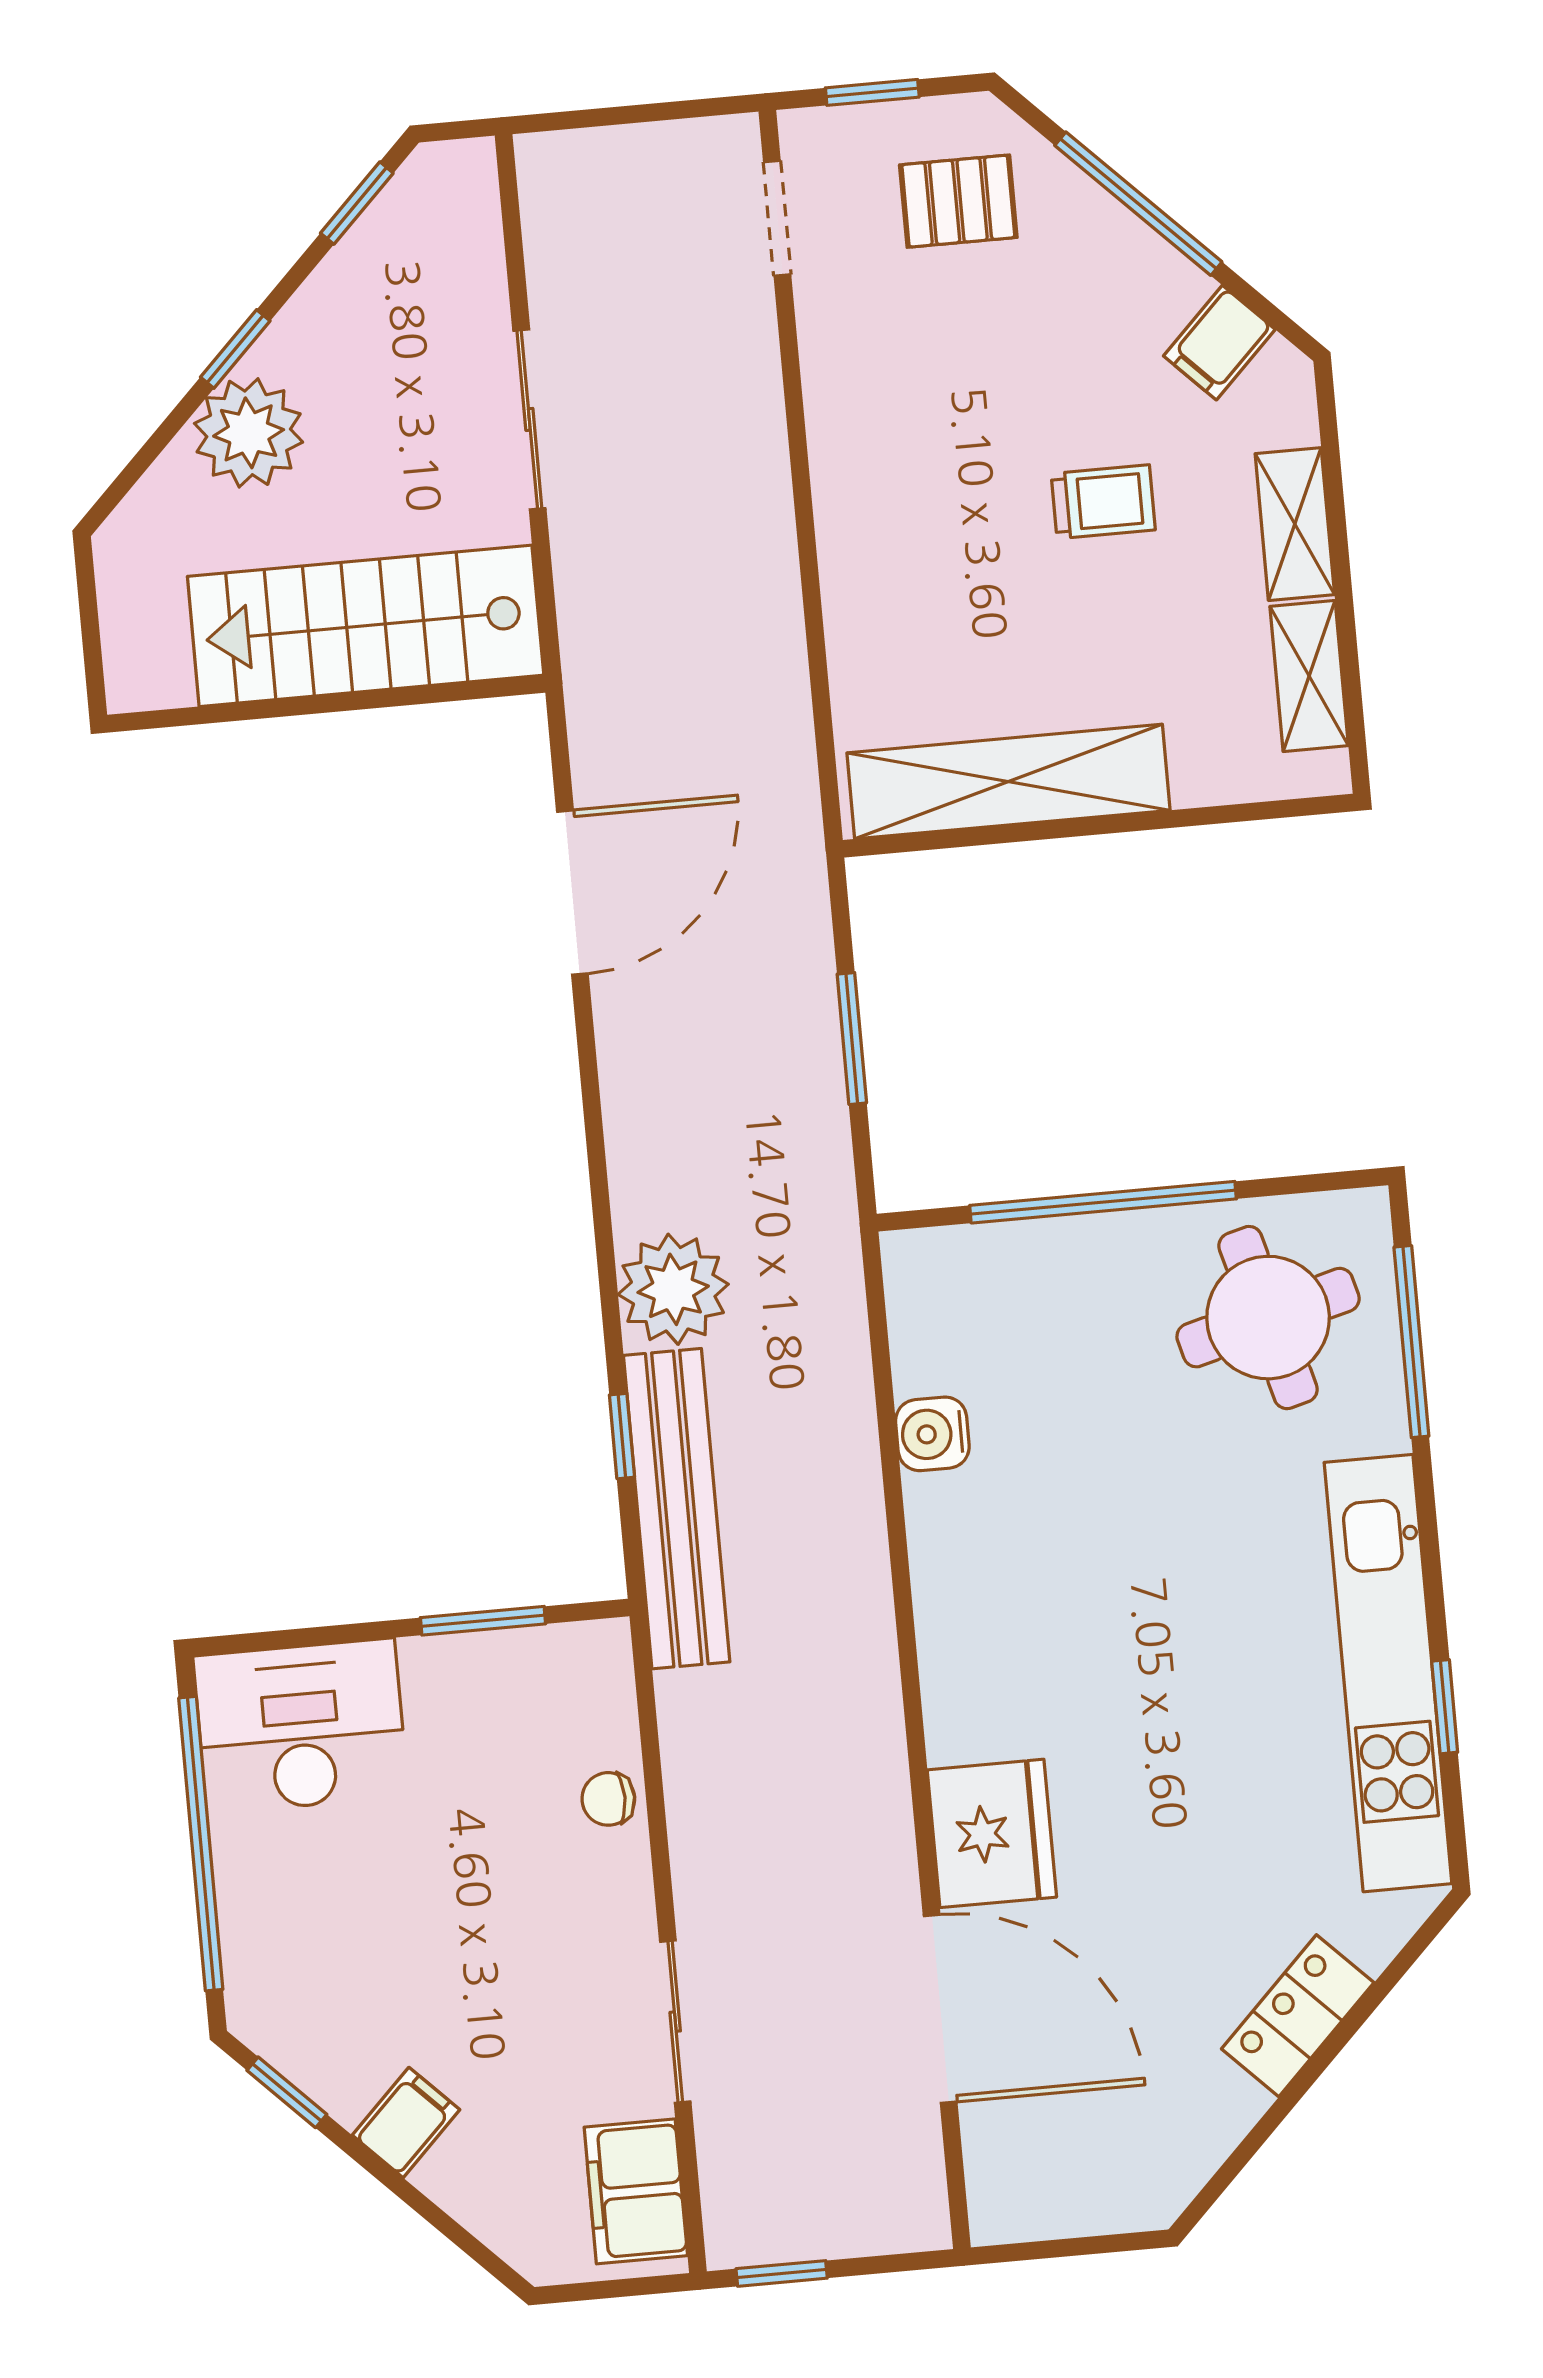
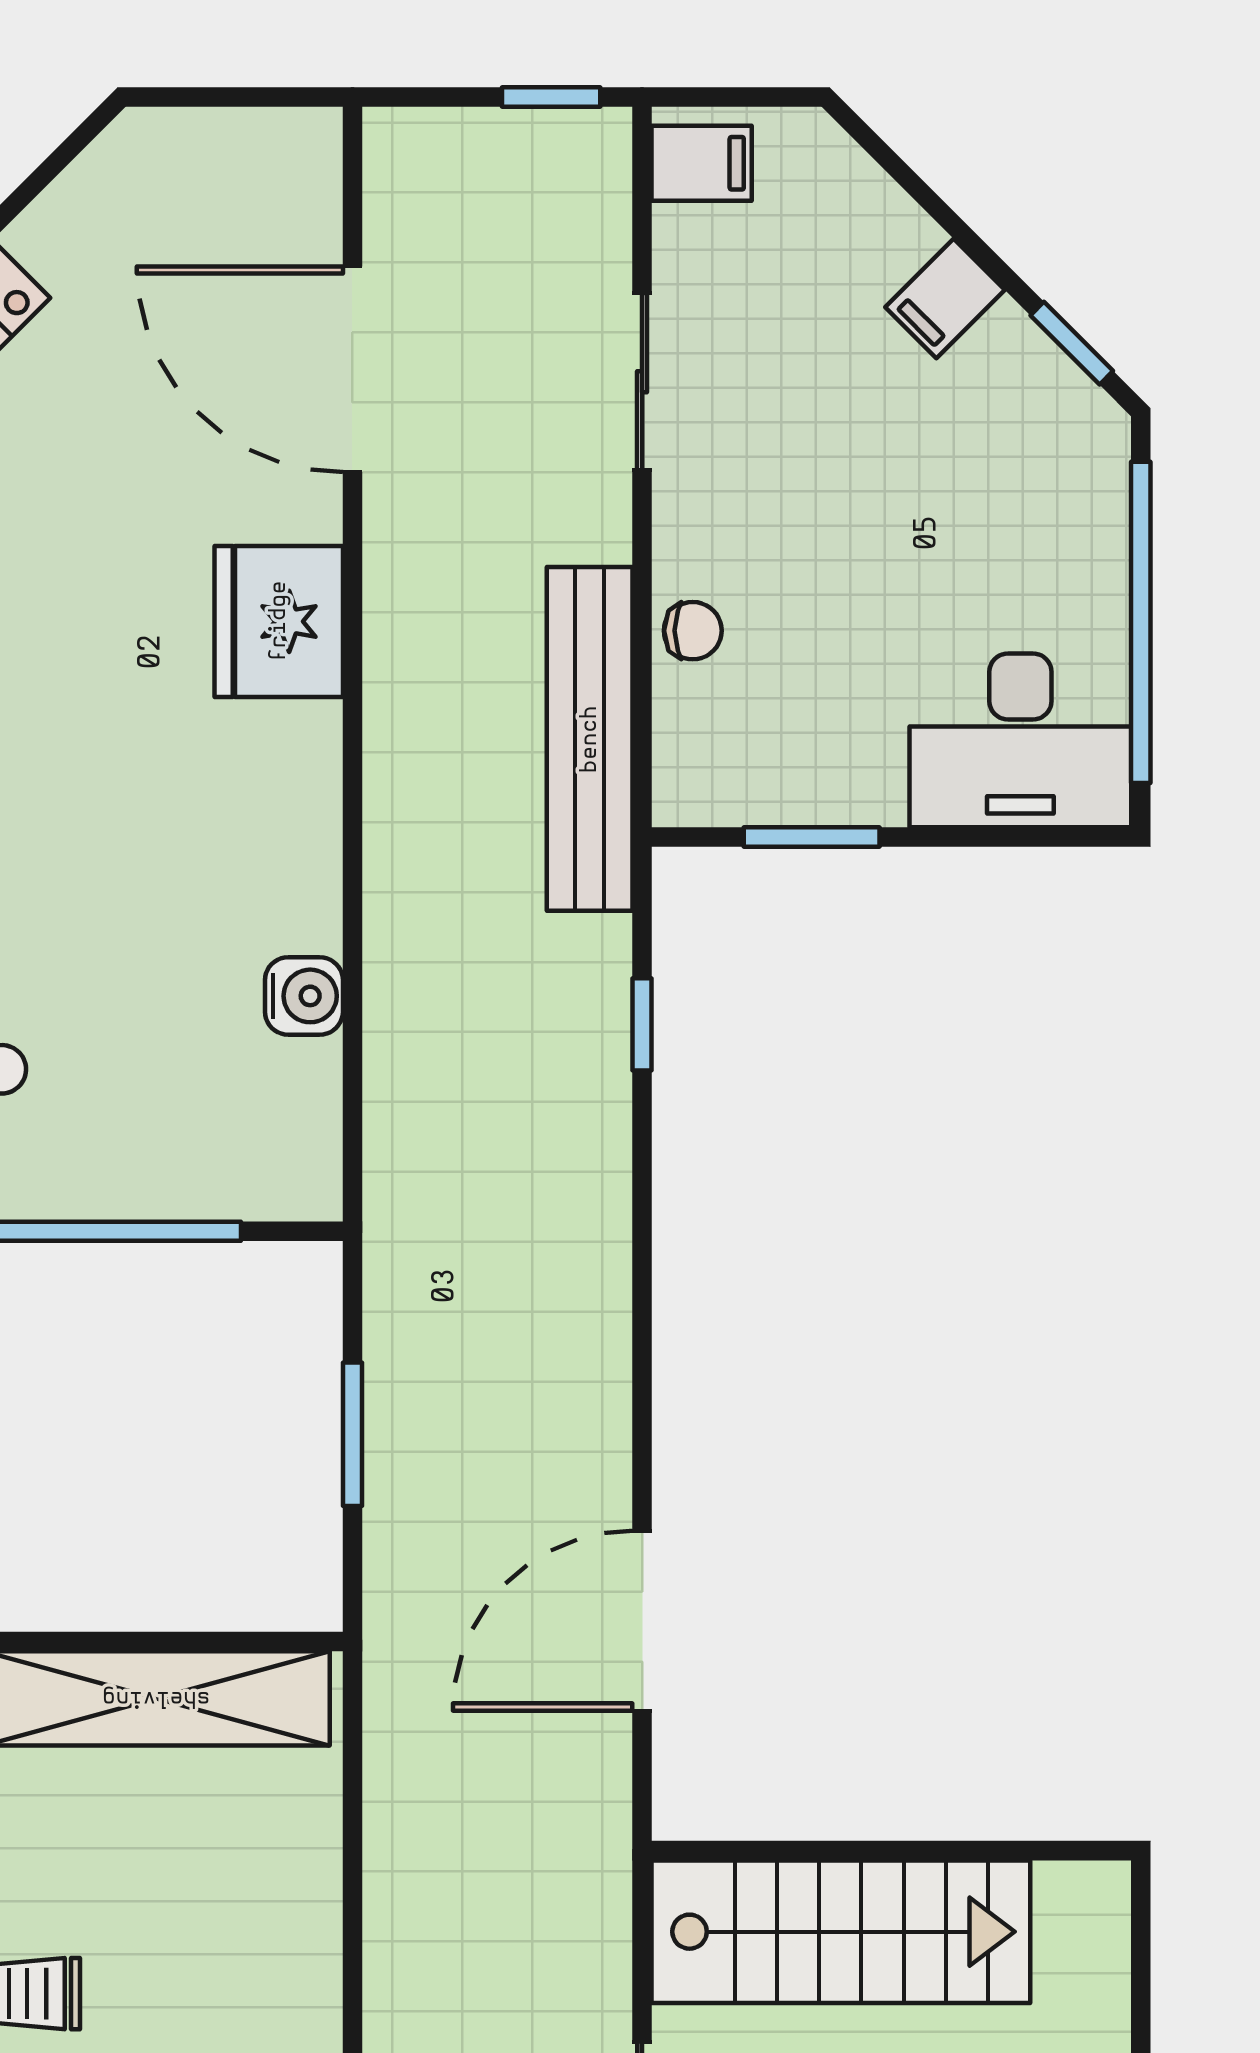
plant: (673, 1289) -> (572, 1179), removed
bench: (677, 1509) -> (590, 739), moved
fridge: (992, 1833) -> (279, 621), moved
filing cabinet: (636, 2191) -> (702, 163), width x0.50

